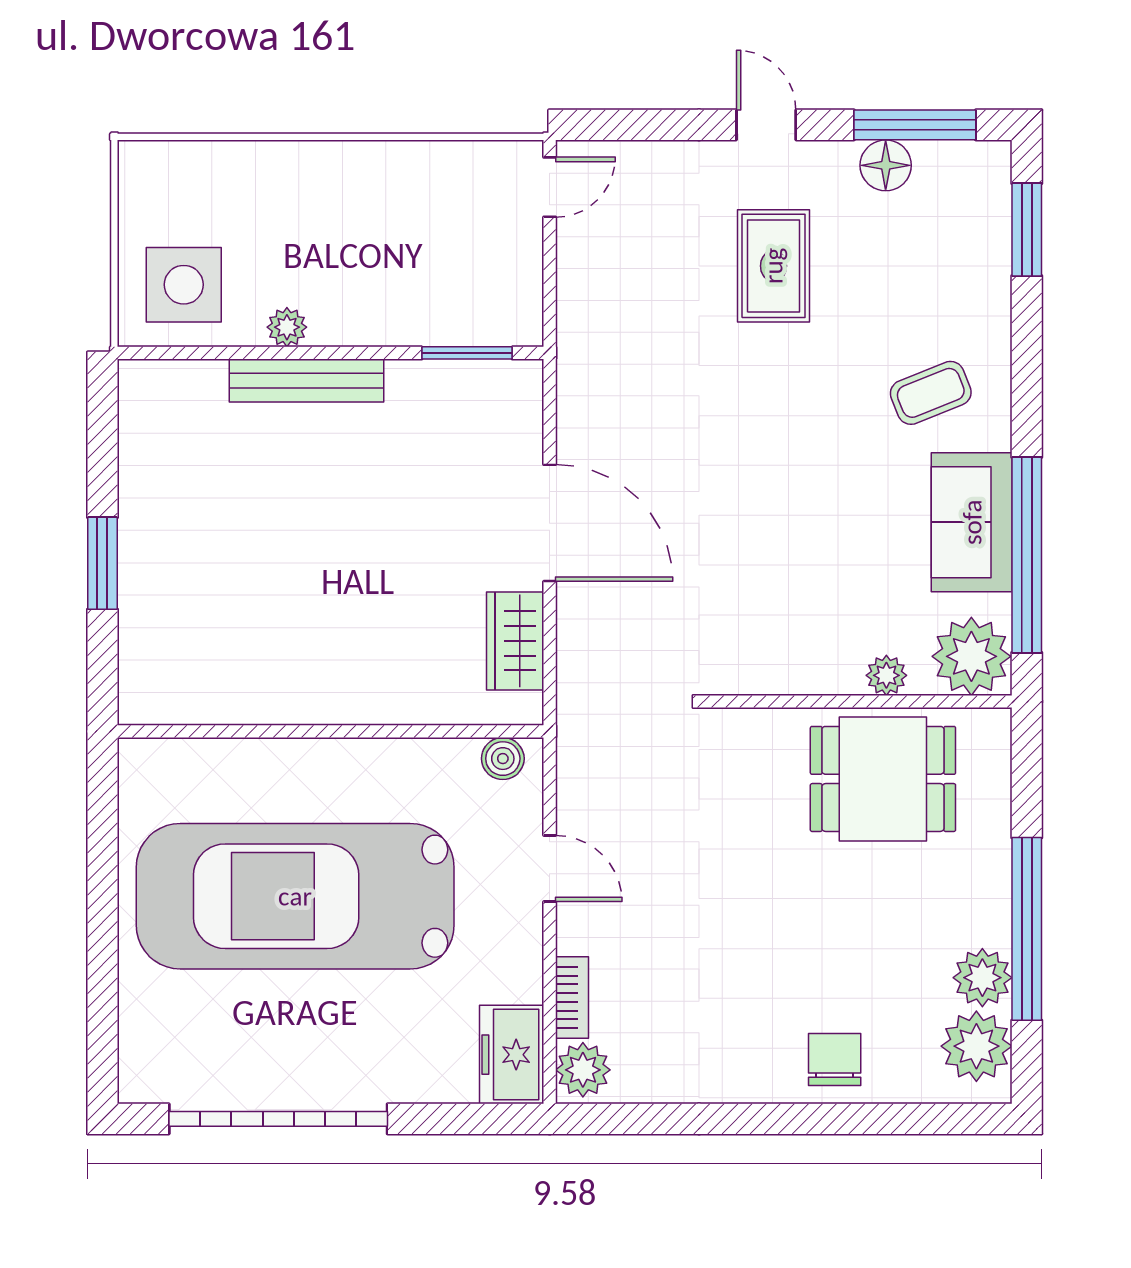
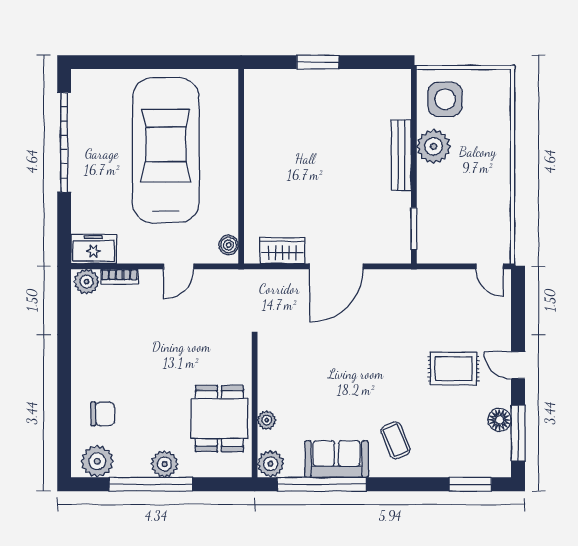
door: (766, 125) -> (518, 365), swing flipped
plant: (287, 327) -> (434, 146), width x1.88, depth x1.88
plant: (971, 656) -> (271, 464), width x0.73, depth x0.73
plant: (982, 978) -> (165, 464), moved
chair: (835, 1059) -> (103, 414), moved

